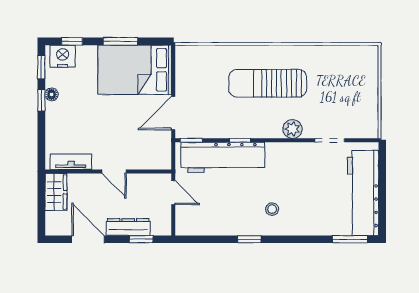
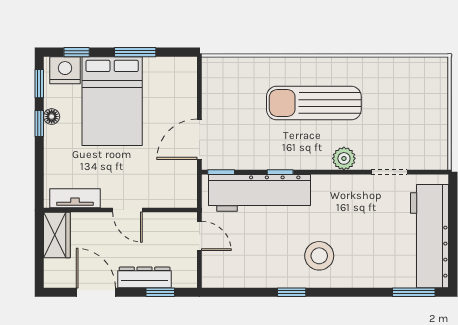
bed: (135, 70) -> (112, 101), moved, turned -90
stool: (272, 209) -> (319, 256), width x1.89, depth x1.89

